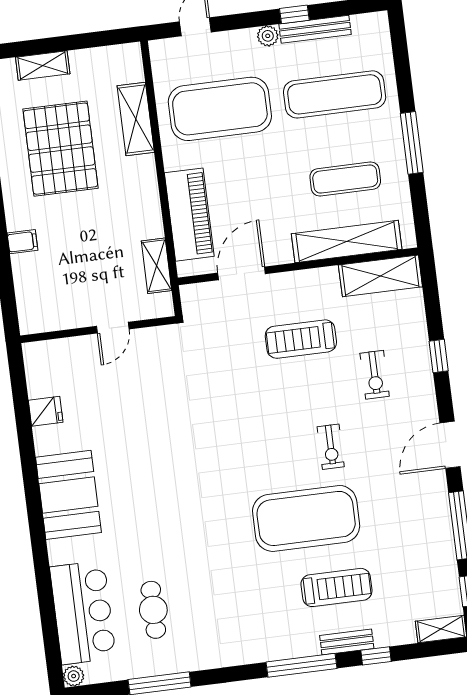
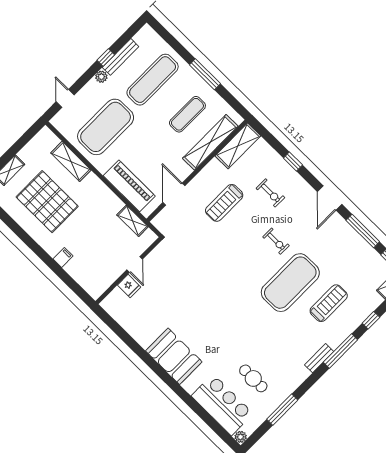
fridge: (46, 411) -> (129, 286), moved, turned 90
bench: (347, 642) -> (319, 358), moved

